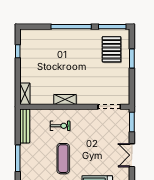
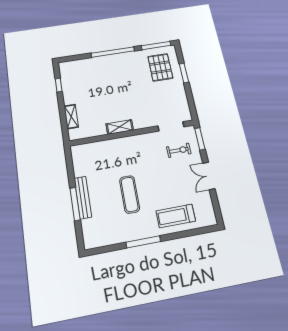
shelving: (25, 94) -> (71, 117), moved
bench: (25, 126) -> (83, 197), moved
exercise bike: (60, 126) -> (179, 150), moved

